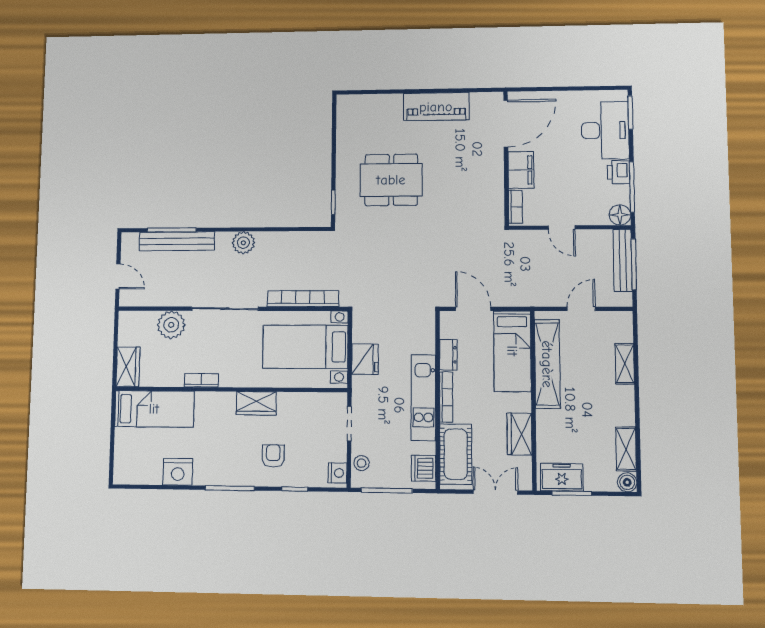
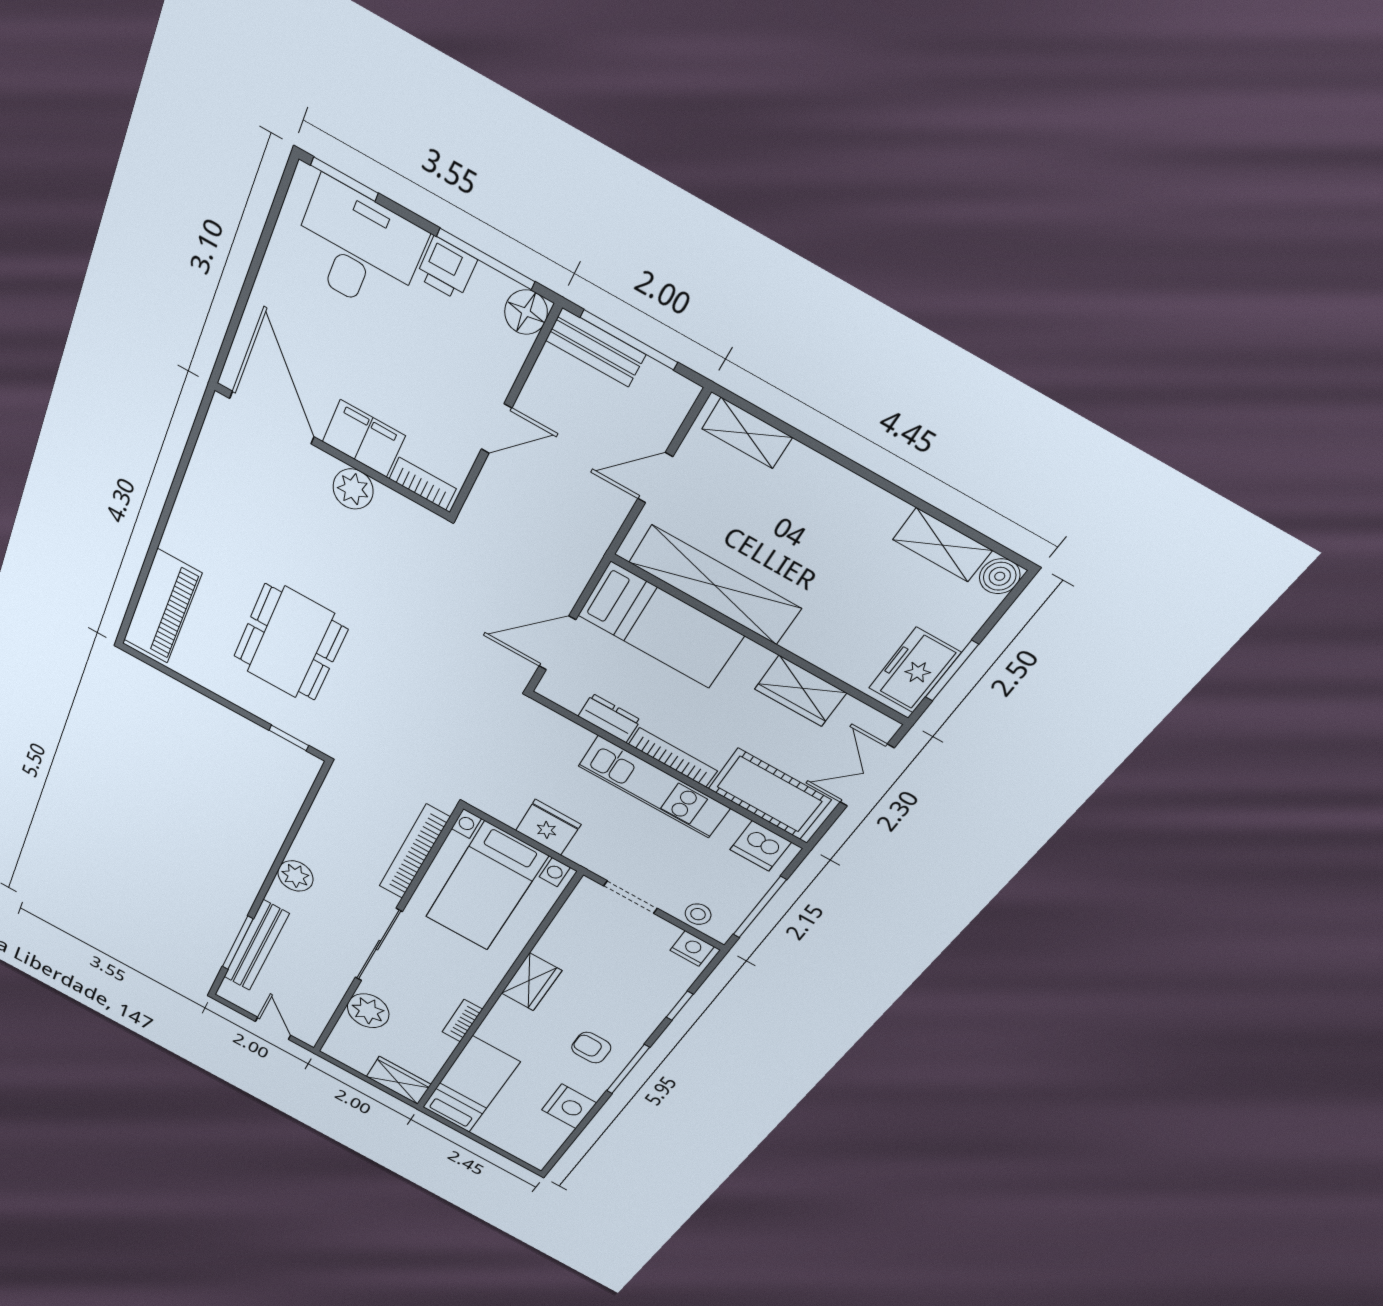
piano: (436, 107) -> (162, 607), moved
plant: (493, 176) -> (353, 489), added
bench: (623, 260) -> (596, 347), width x0.73
door: (118, 276) -> (273, 1028), hinge flipped
door: (581, 309) -> (655, 478), hinge flipped
shelving: (625, 364) -> (747, 433), moved
armchair: (273, 456) -> (591, 1048), moved

